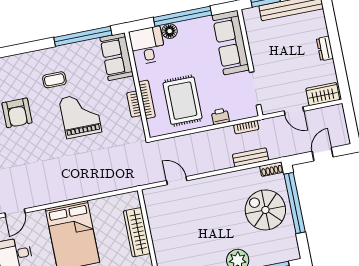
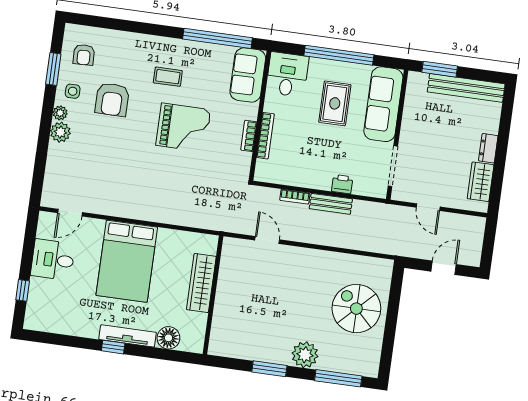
floor lamp: (170, 31) -> (318, 67), removed
wardrobe: (323, 94) -> (481, 182), moved, turned -90
rug: (183, 101) -> (335, 103), moved, width x0.73, depth x0.70
grand piano: (80, 115) -> (183, 127), turned 90
bookcase: (246, 127) -> (295, 197), moved
bench: (250, 157) -> (331, 204), moved
shoe rack: (272, 169) -> (380, 264), removed
window: (295, 203) -> (392, 312), removed

